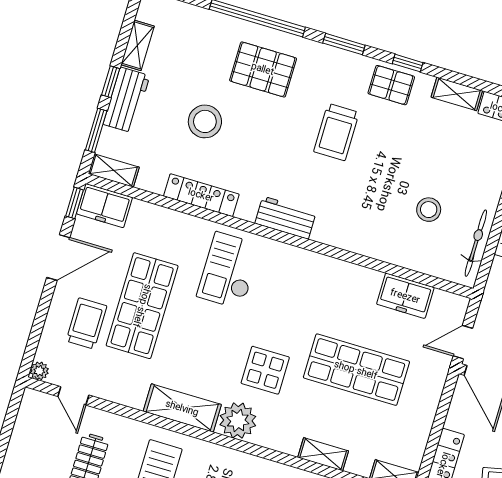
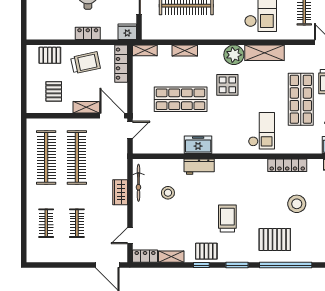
workbench: (286, 218) -> (199, 167), moved
freezer: (405, 296) -> (198, 145), moved

